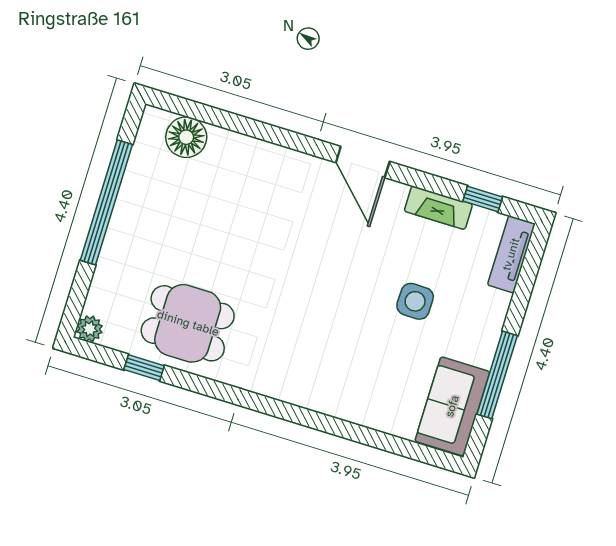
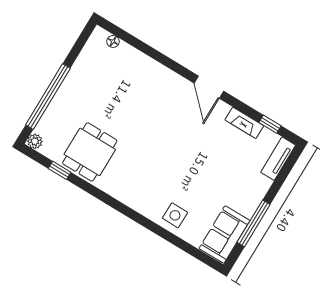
floor lamp: (186, 137) -> (113, 41), width x0.53, depth x0.53
window: (106, 202) -> (48, 97), moved
side table: (415, 301) -> (175, 215), moved
dining table: (188, 323) -> (90, 152), turned 90

